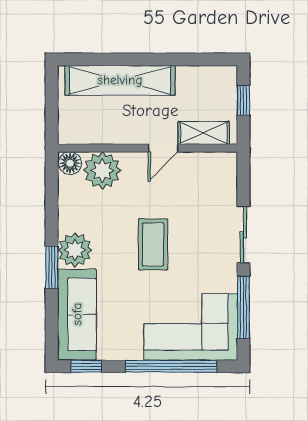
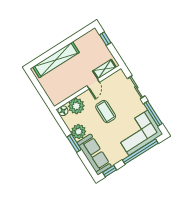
shelving: (204, 133) -> (104, 69), moved
wall: (148, 148) -> (88, 87), moved
door: (163, 148) -> (93, 84), moved
floor lamp: (70, 163) -> (63, 111), moved
plant: (102, 170) -> (76, 106), moved

